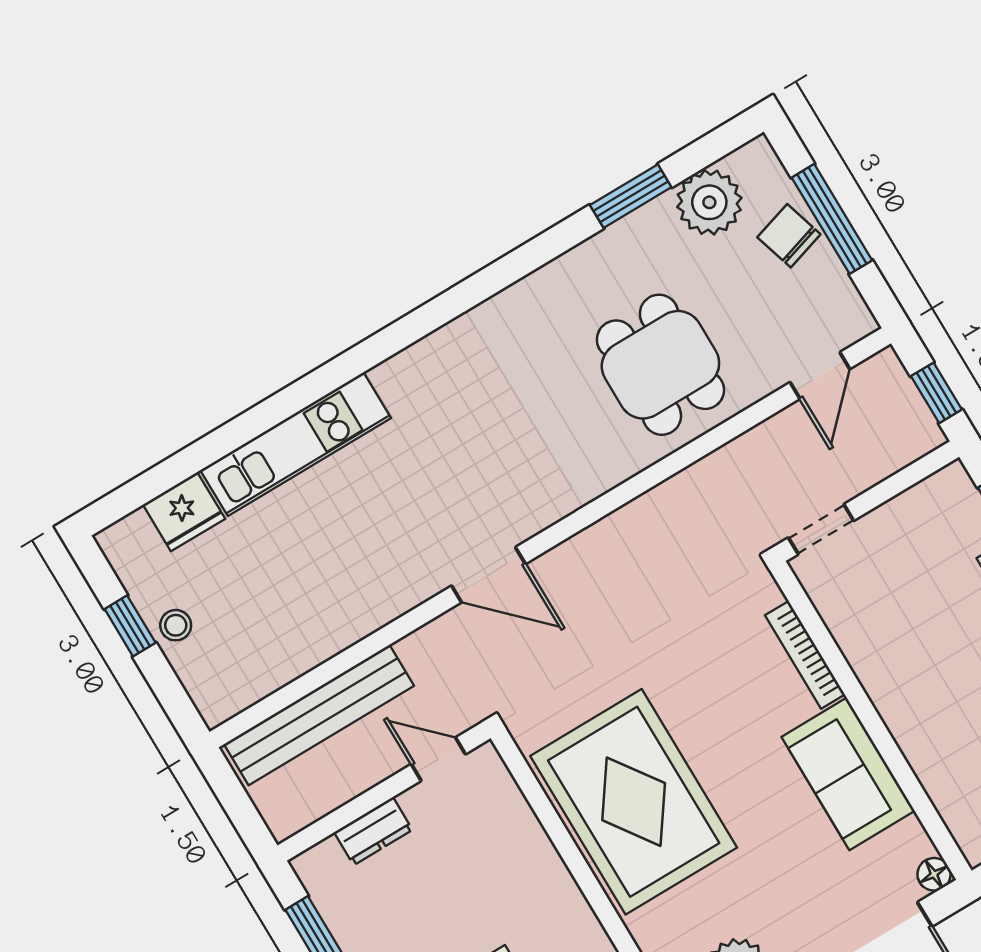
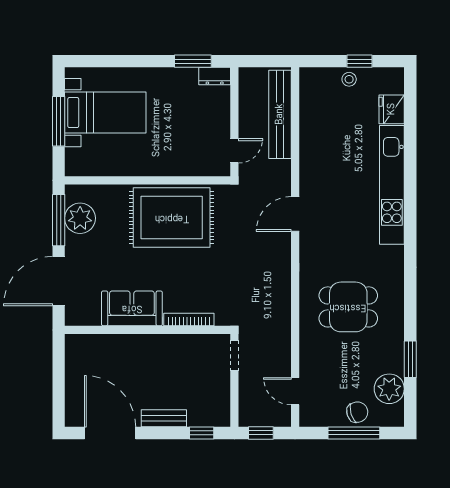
dining table: (660, 365) -> (348, 307), moved
kitchen unit: (296, 444) -> (392, 185), width x1.36
dresser: (373, 831) -> (215, 76), moved, turned -90
floor lamp: (934, 874) -> (72, 318), removed

